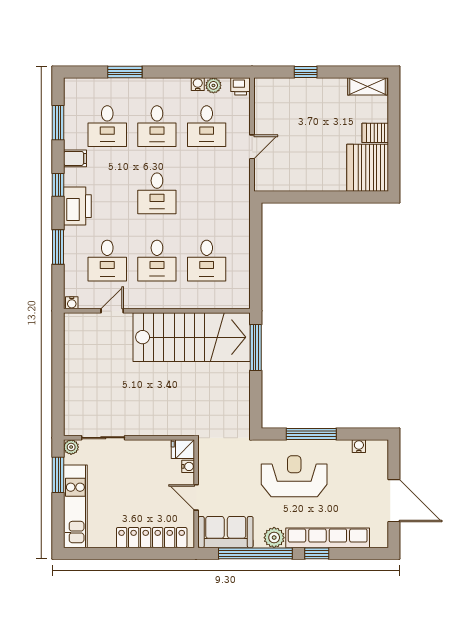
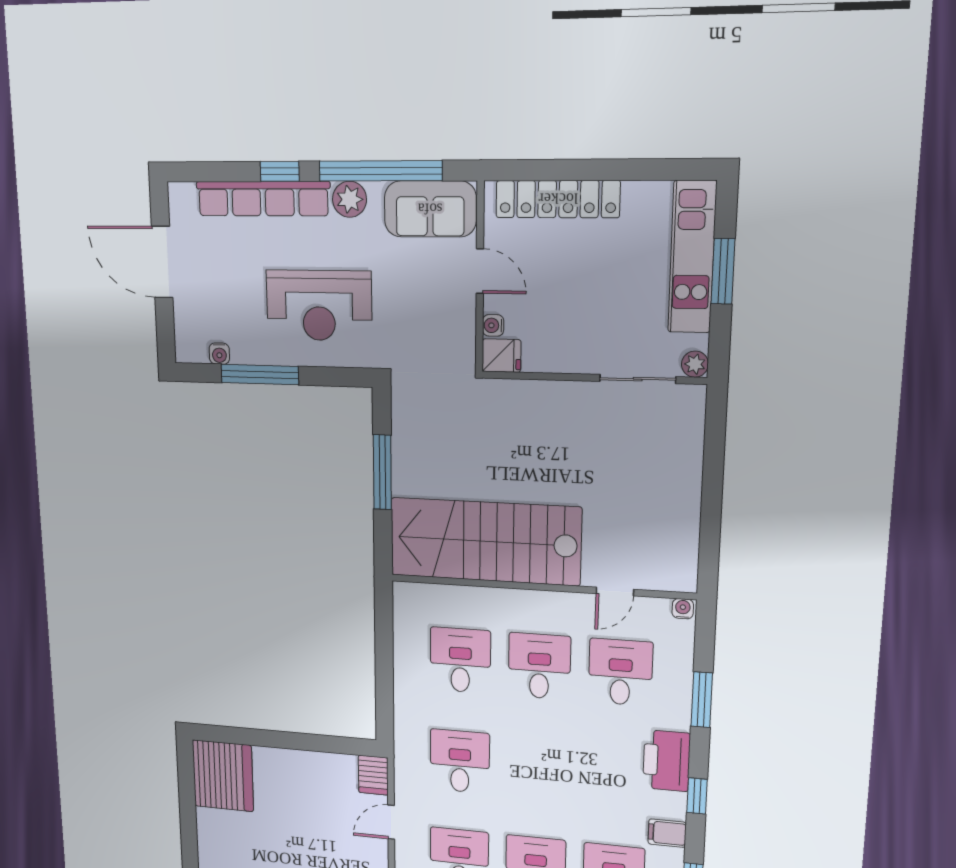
server rack: (375, 133) -> (373, 775), moved, turned 90
desk: (157, 193) -> (460, 761), moved
window: (256, 348) -> (382, 472), moved
window: (311, 434) -> (260, 375), moved
window: (58, 475) -> (723, 271), moved

